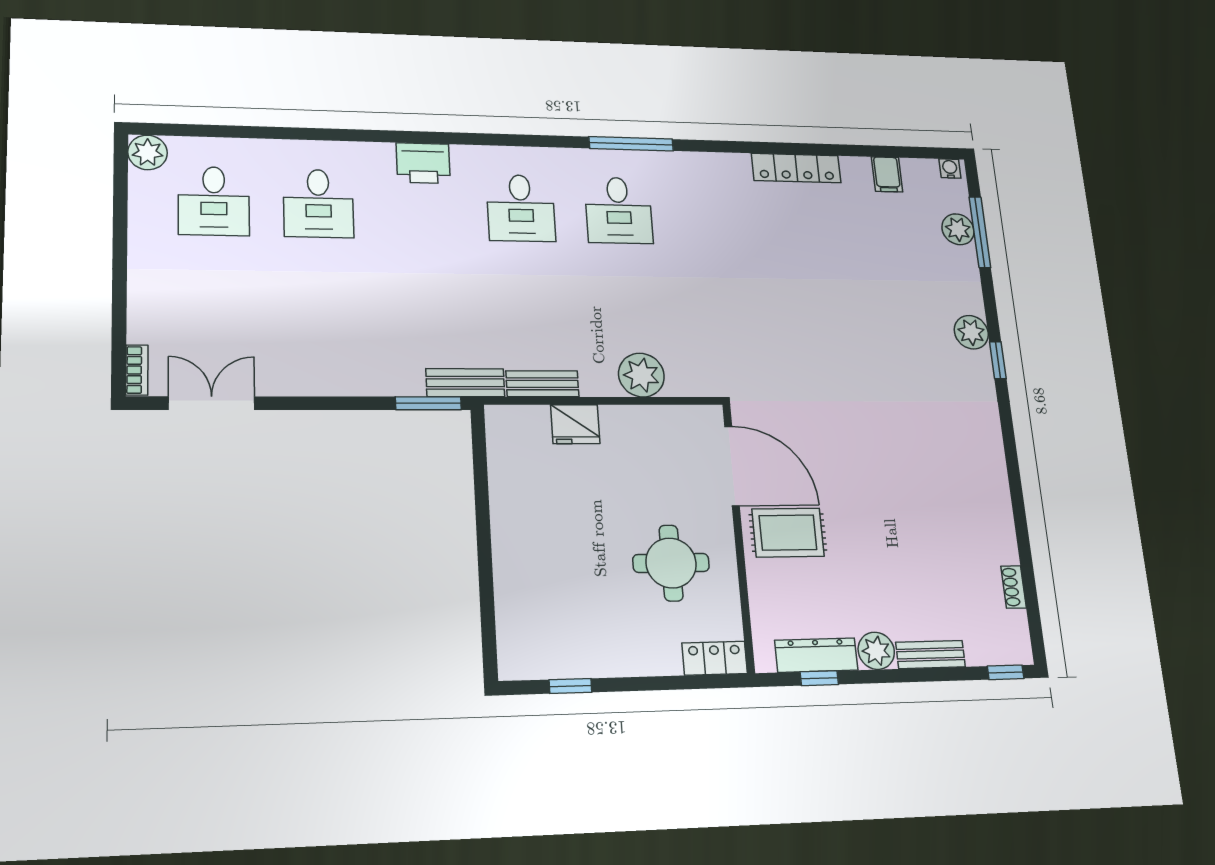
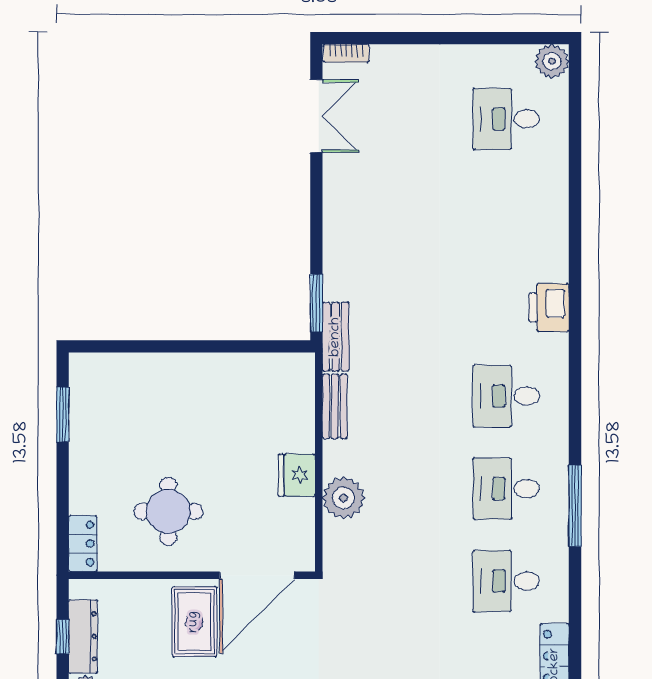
desk: (318, 203) -> (506, 581), moved
fridge: (575, 424) -> (297, 475), moved
window: (570, 686) -> (63, 414), width x1.50

